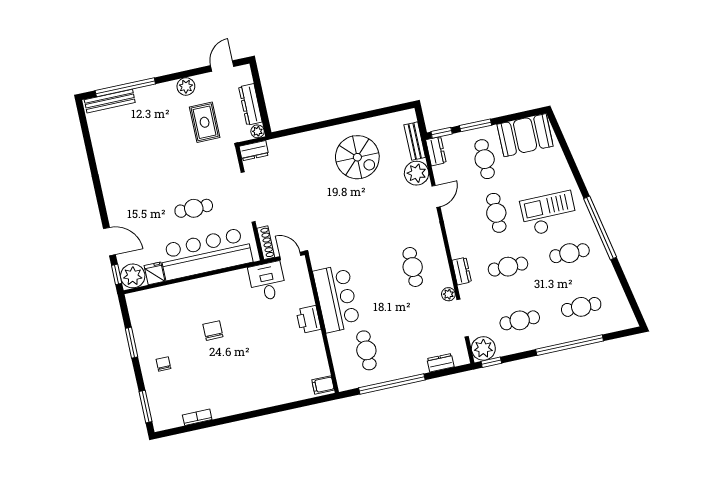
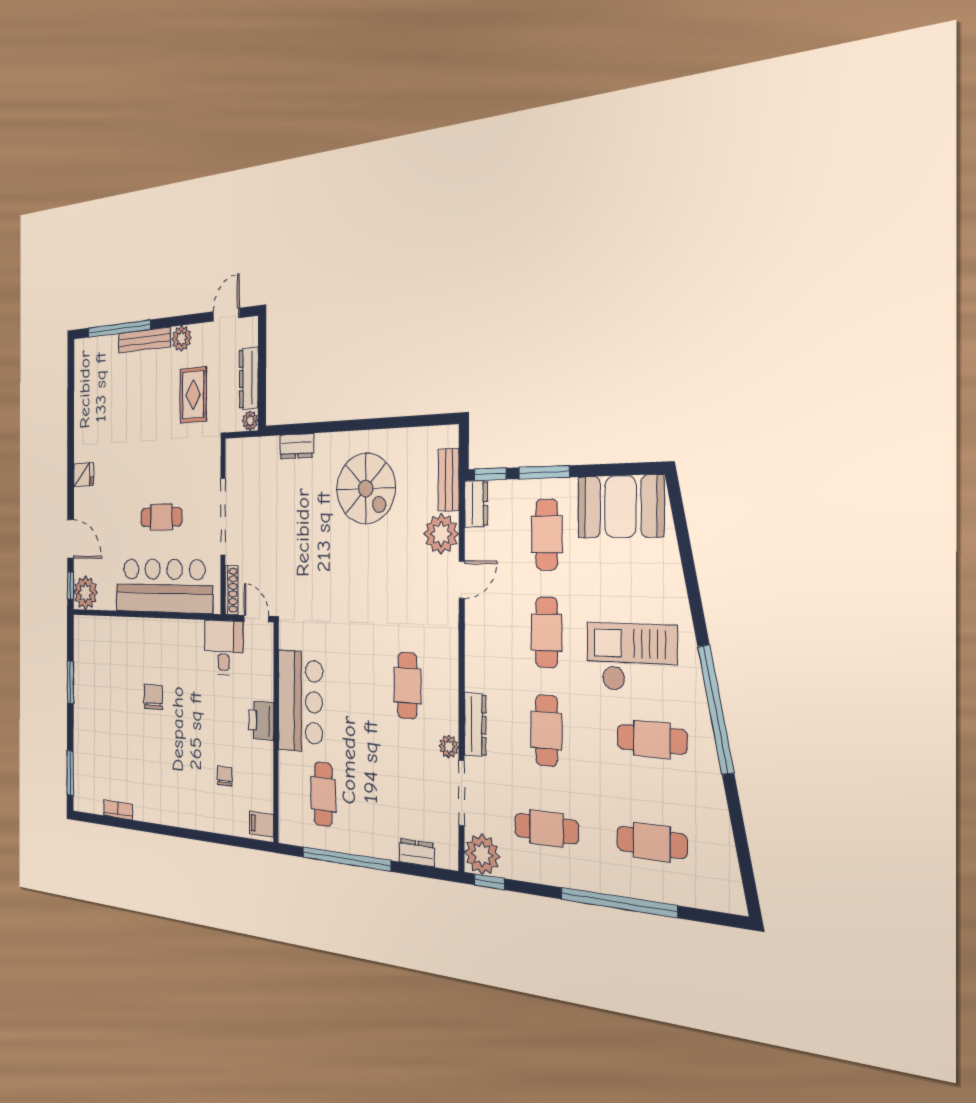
bench: (110, 101) -> (144, 340), moved
dresser: (254, 151) -> (297, 446), moved
cafe table: (508, 267) -> (546, 730), turned 90
dresser: (462, 271) -> (475, 725), width x1.44
fridge: (154, 273) -> (84, 475), moved, turned 90
chair: (163, 364) -> (225, 776), moved

